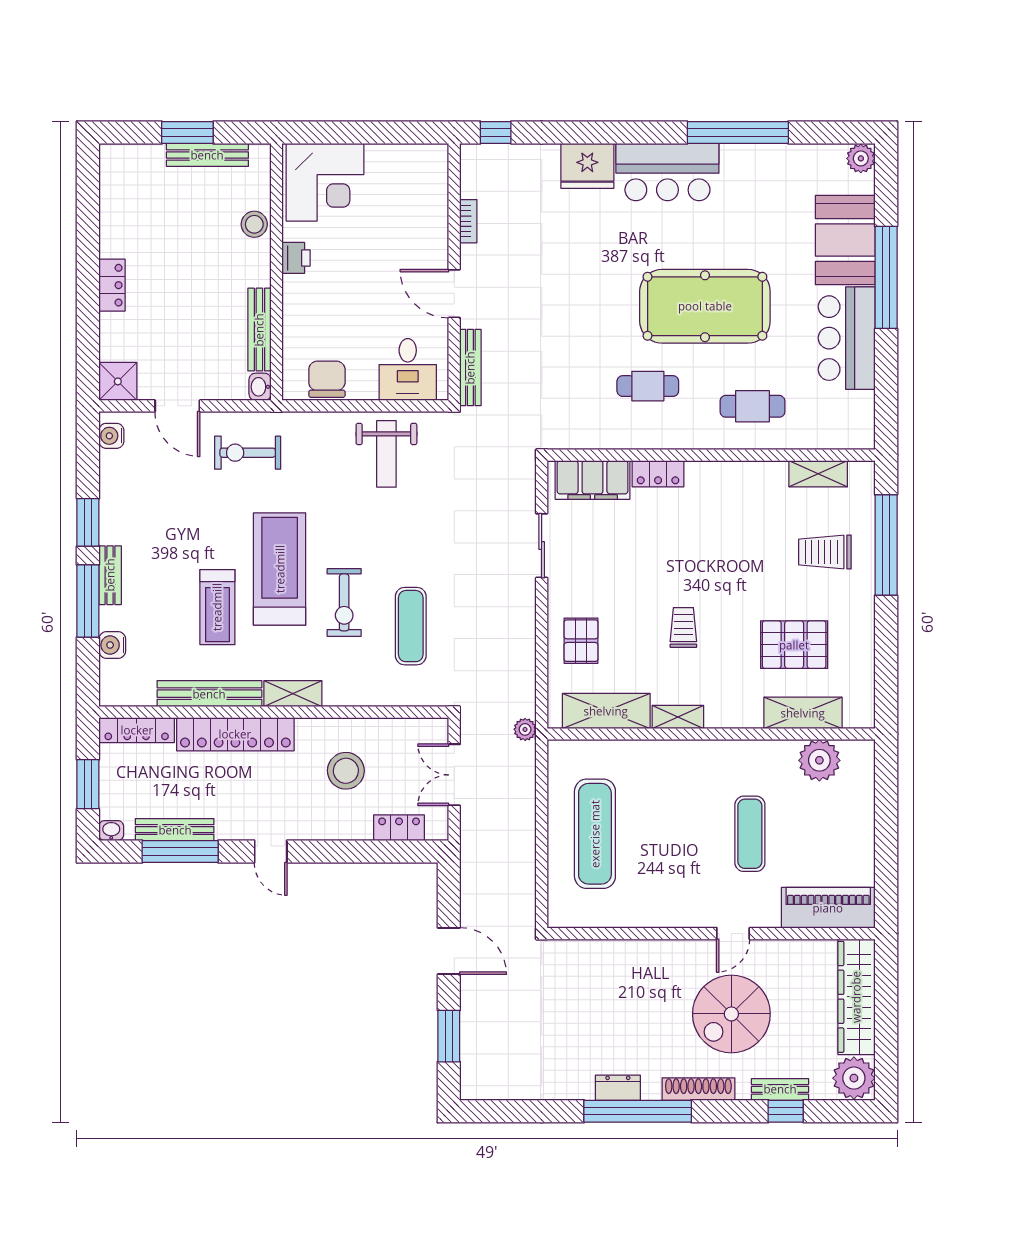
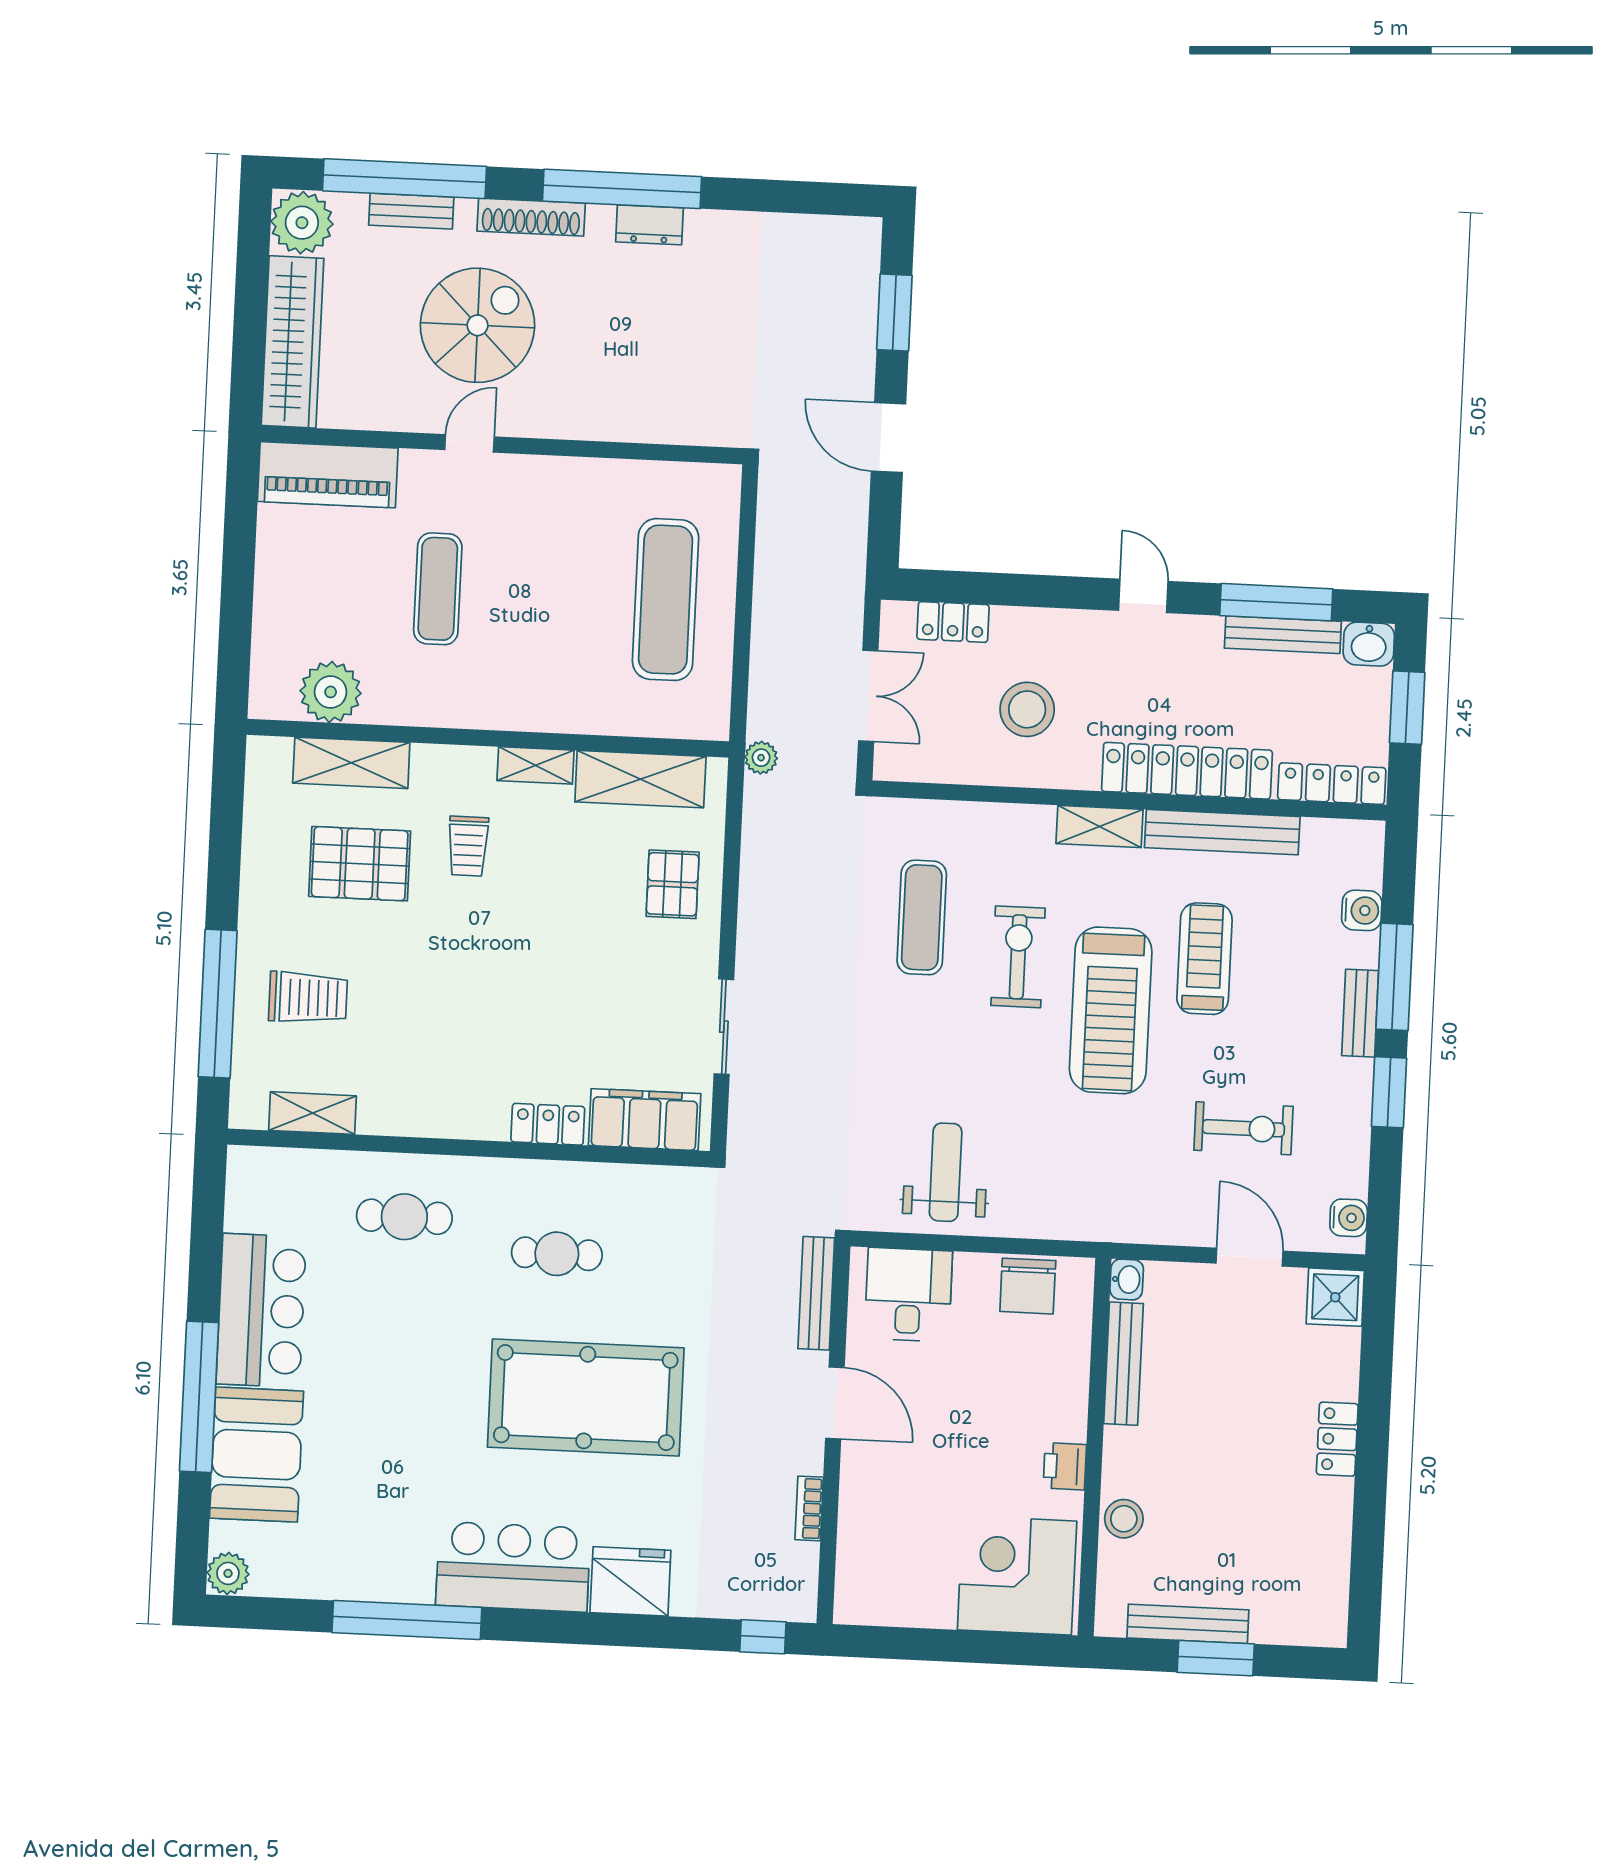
pool table: (705, 306) -> (586, 1398), moved
exercise bike: (248, 453) -> (1243, 1128), moved
trolley: (683, 627) -> (468, 846), moved
washbasin: (111, 831) -> (1369, 644), width x1.38, depth x1.45
window: (786, 1111) -> (404, 179), width x3.17

